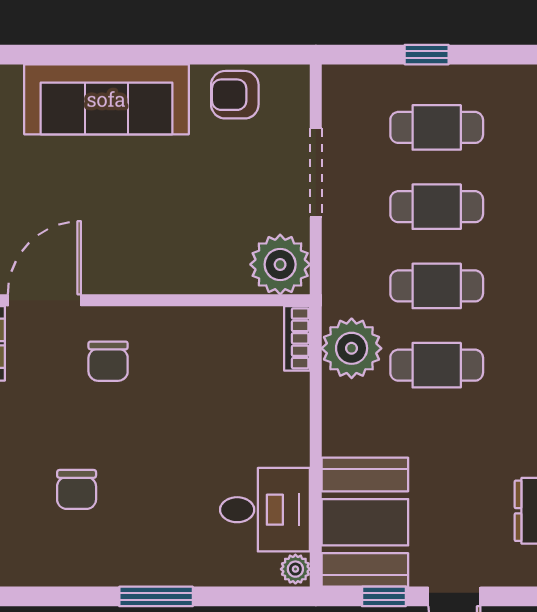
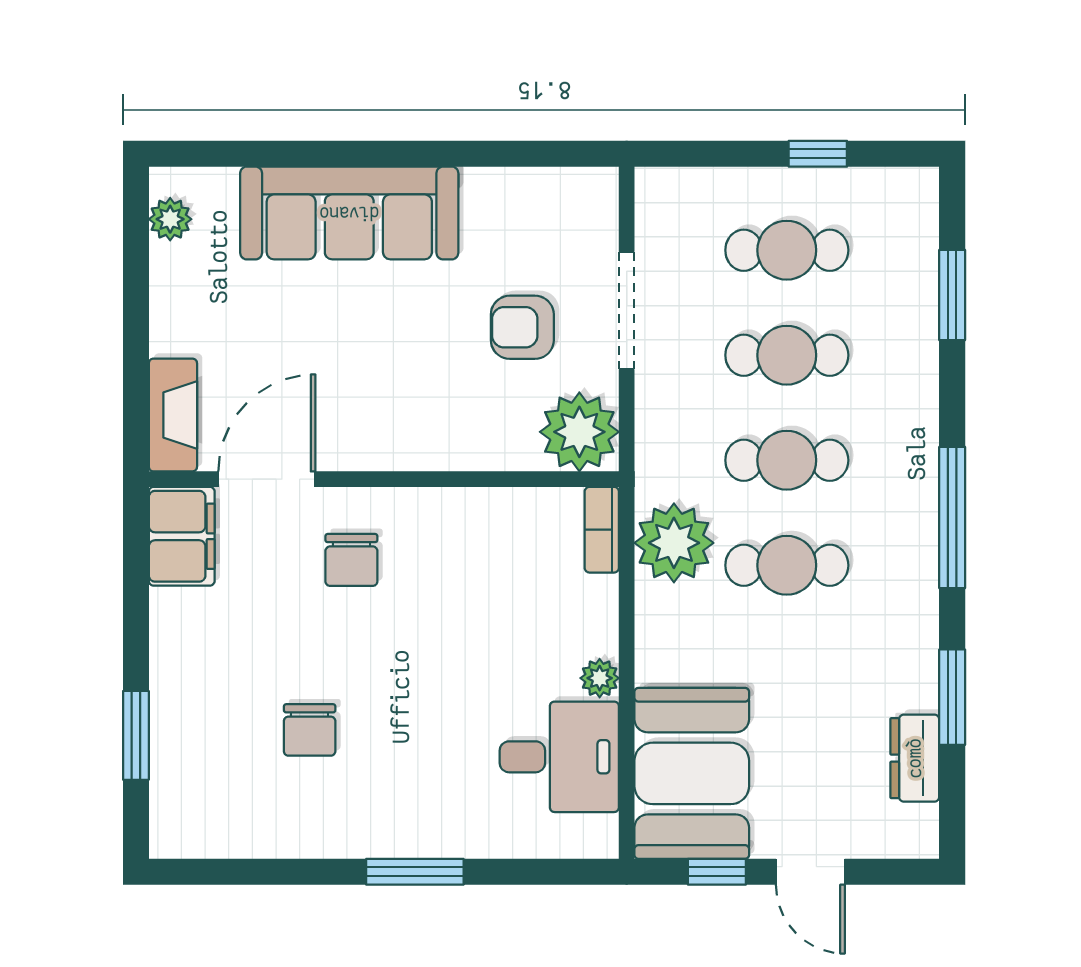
window: (427, 55) -> (818, 154), moved
armchair: (235, 95) -> (522, 327), moved
plant: (295, 569) -> (600, 678), moved

